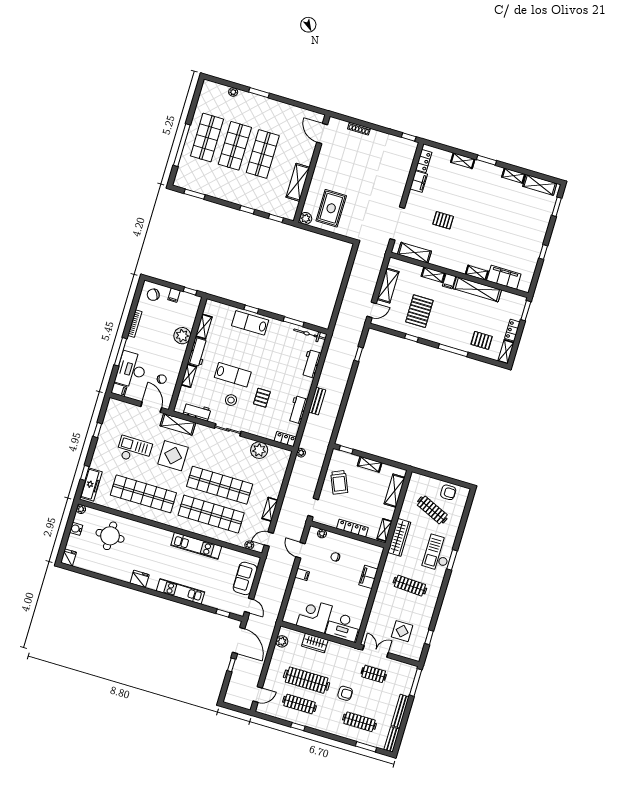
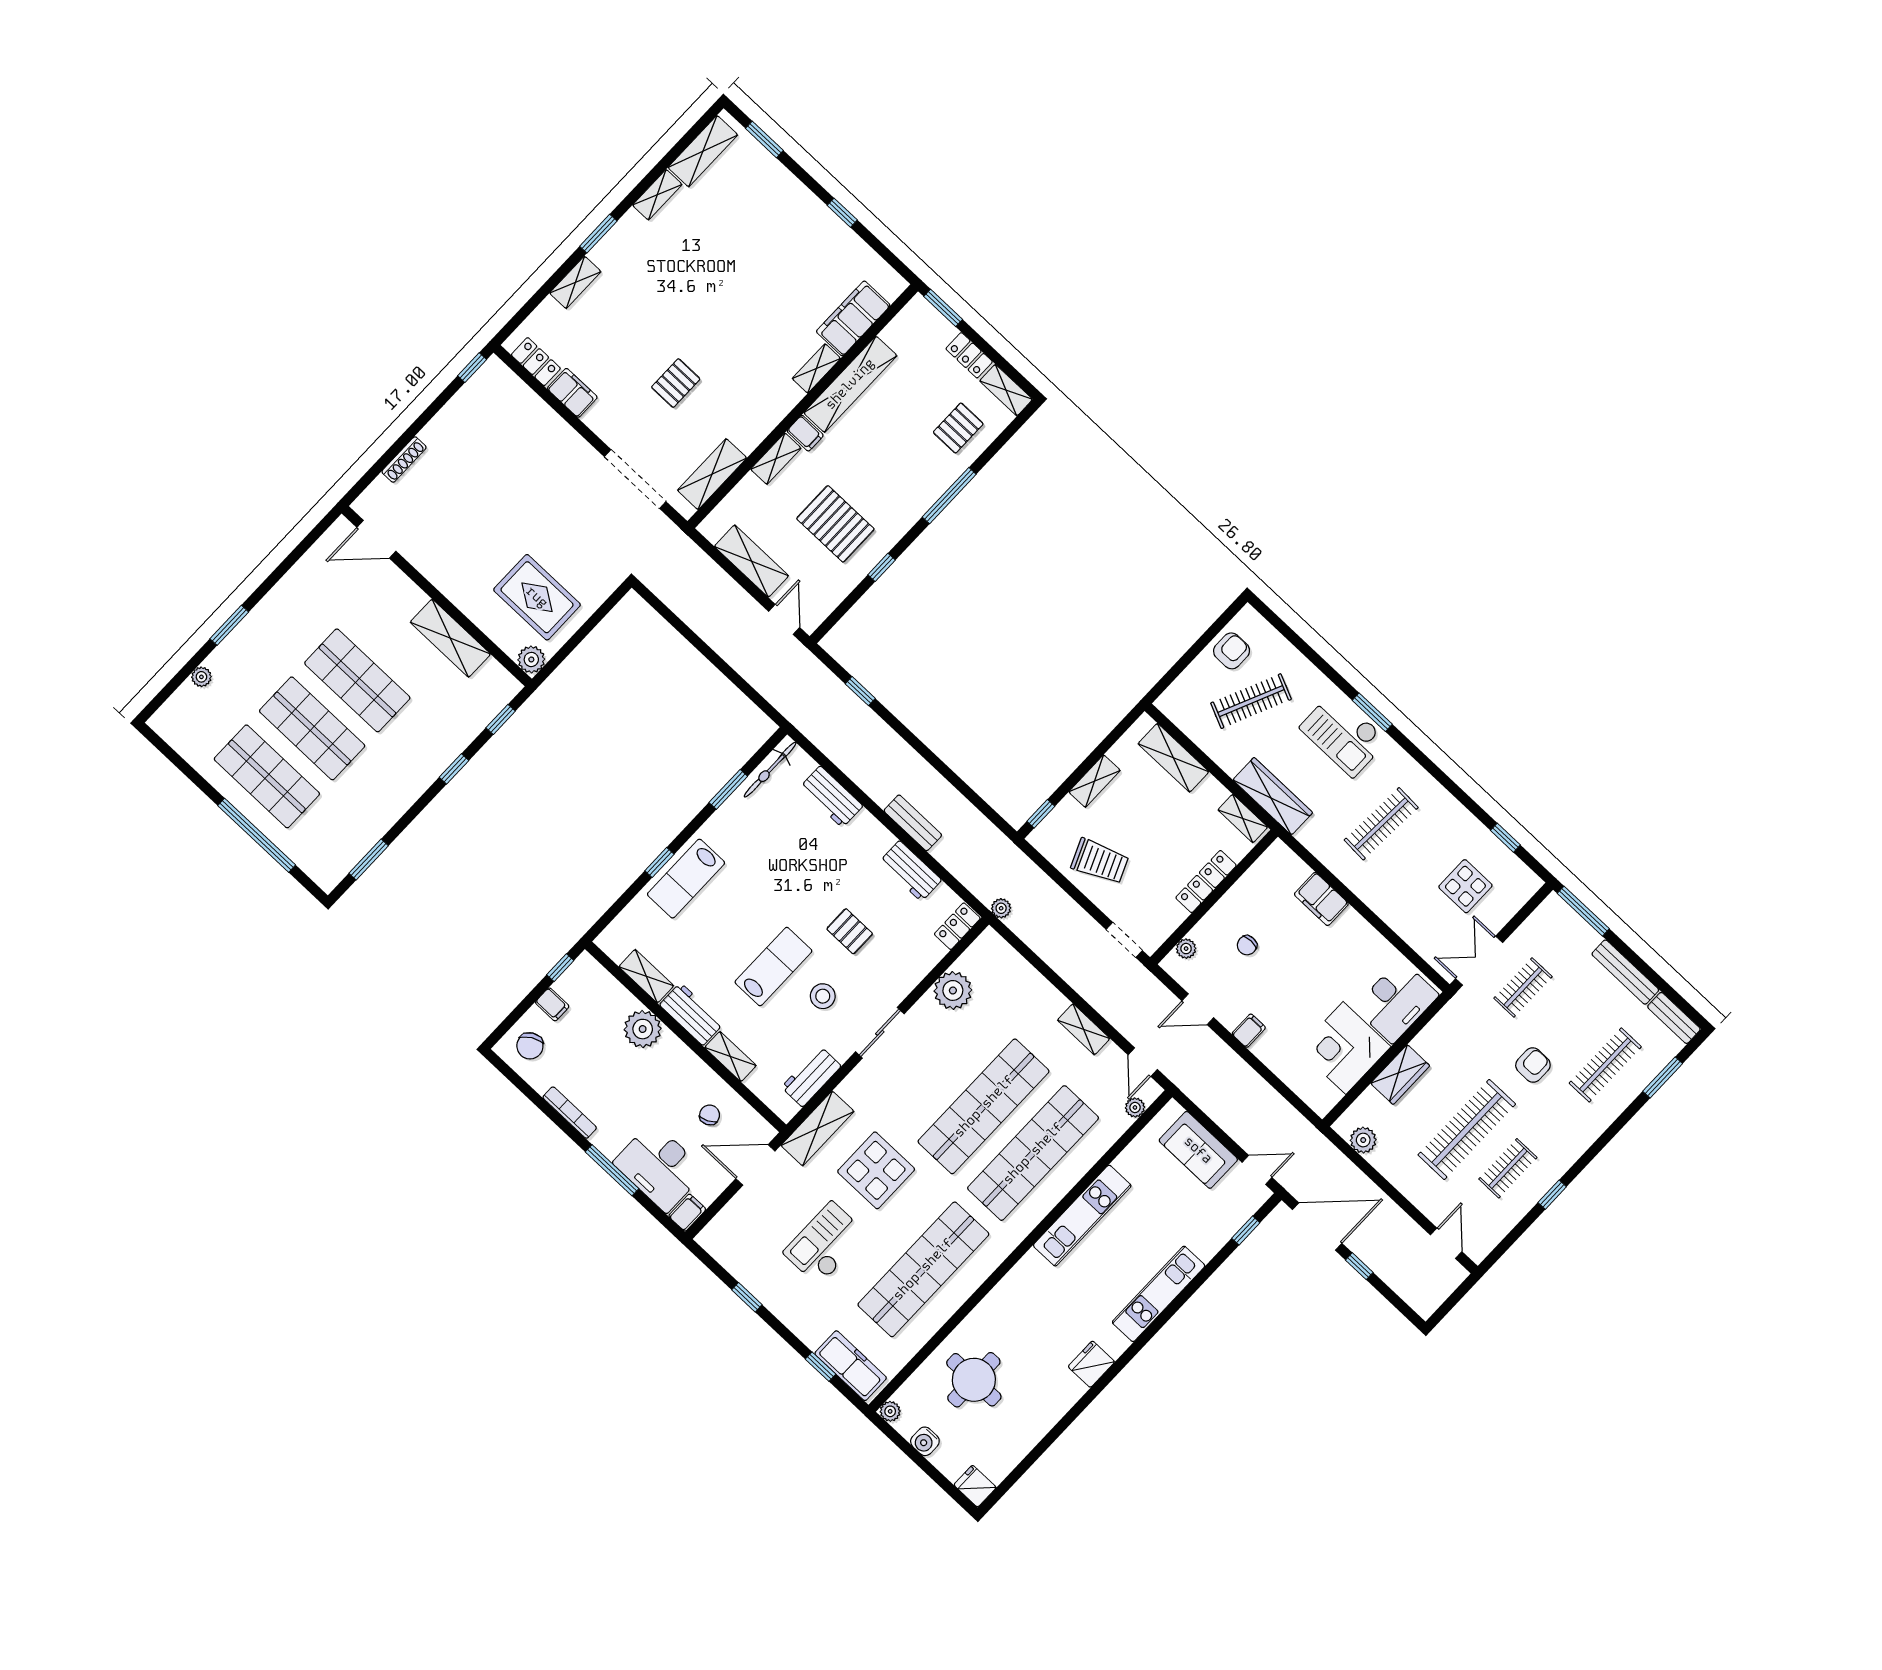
clothes rail: (299, 704) -> (1508, 1168), width x0.73

